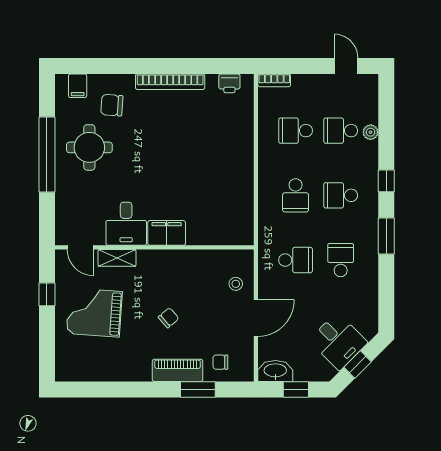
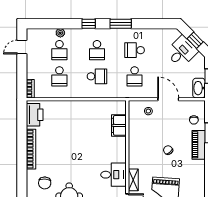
printer: (229, 83) -> (35, 115), width x1.87, depth x1.48
filing cabinet: (167, 233) -> (119, 125), moved
school desk: (296, 260) -> (135, 76), turned 180

